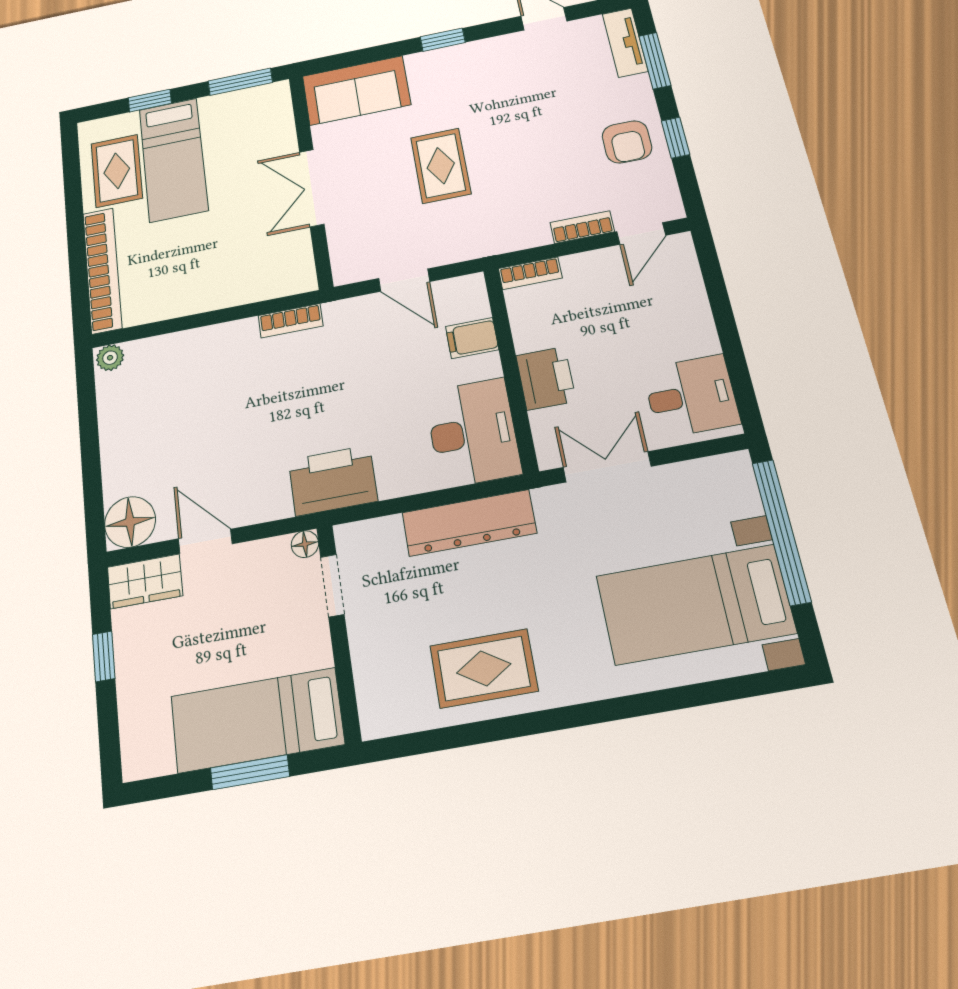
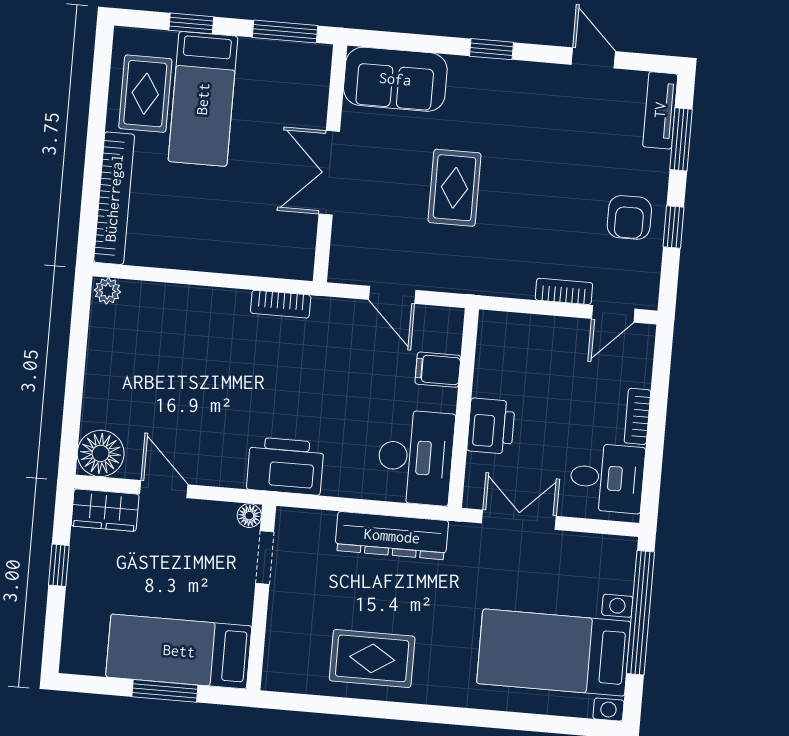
bookcase: (530, 273) -> (637, 416), moved, turned 90

